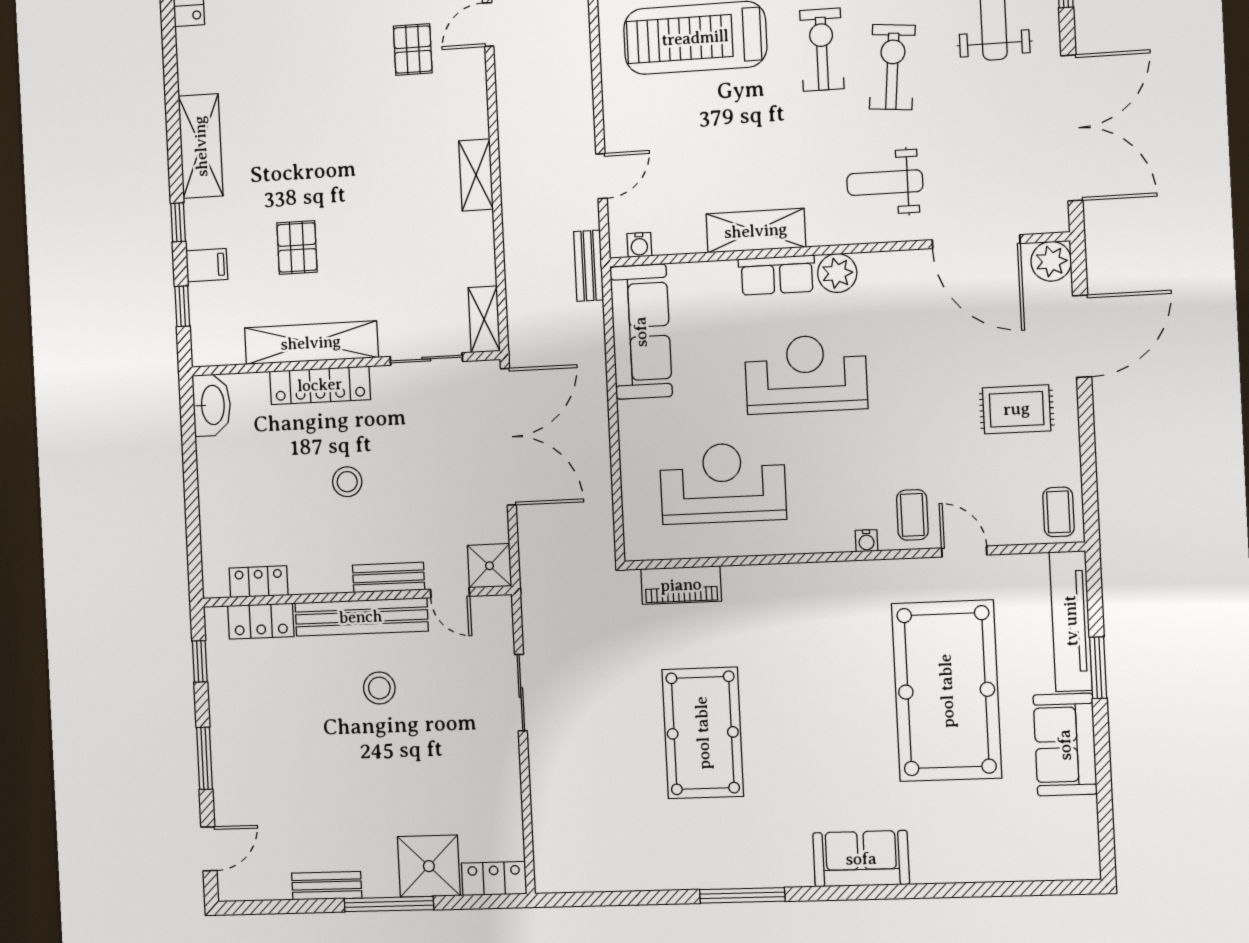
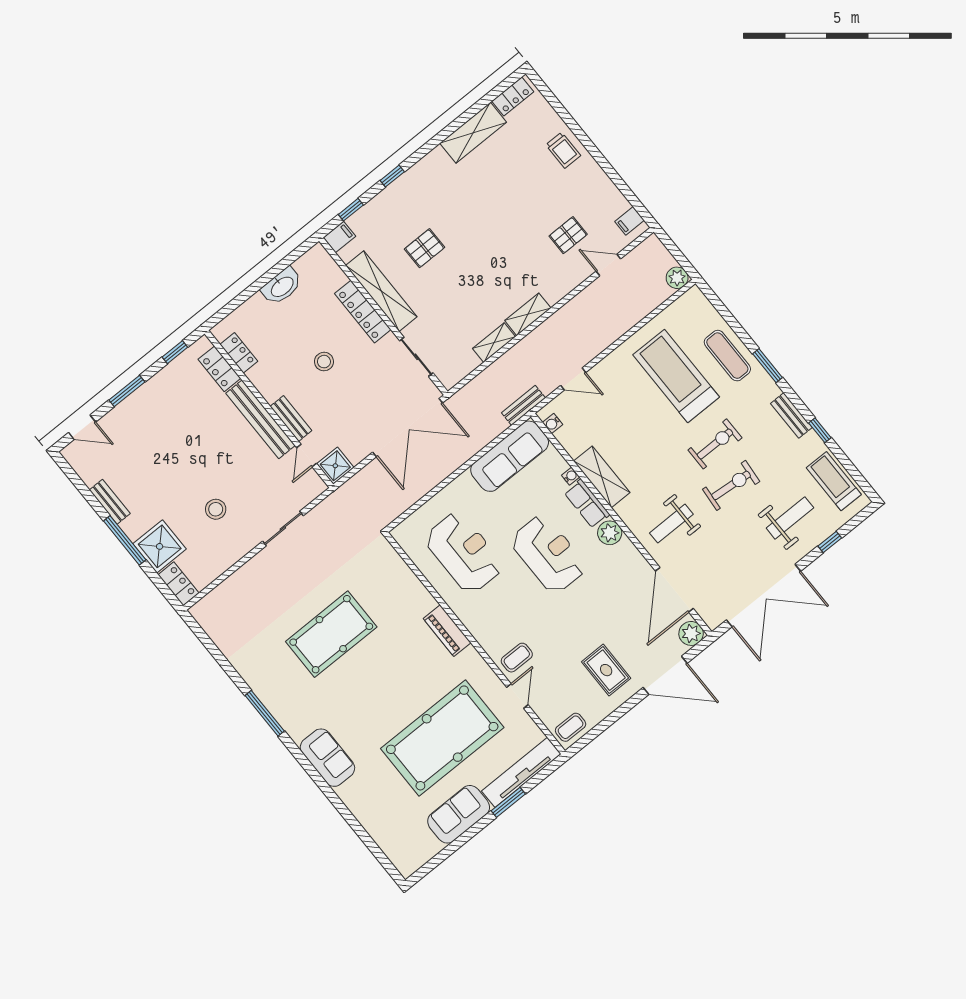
shelving: (201, 146) -> (473, 133), moved
weight bench: (885, 183) -> (671, 524), turned -90
filing cabinet: (207, 265) -> (339, 237), moved, turned -90
shelving: (484, 319) -> (494, 343), moved
washbasin: (212, 405) -> (282, 286), moved
water cooler: (866, 541) -> (571, 476), moved, turned 180
piano: (681, 585) -> (447, 631), moved
stool: (379, 688) -> (216, 509), moved

